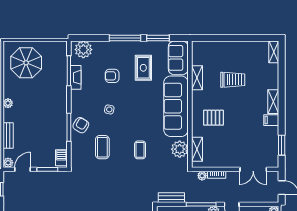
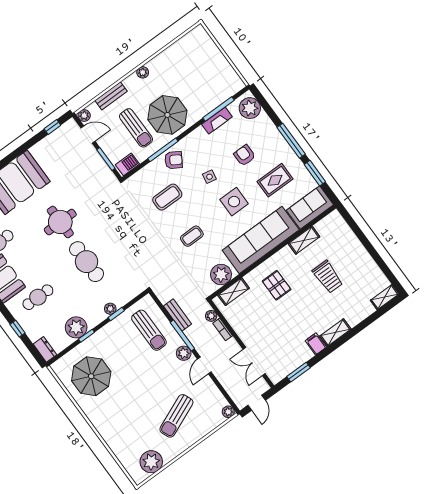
parasol: (26, 63) -> (167, 115), moved
side table: (138, 105) -> (234, 202), added
sun lounger: (41, 134) -> (136, 128), added
bench: (171, 198) -> (177, 315), moved

